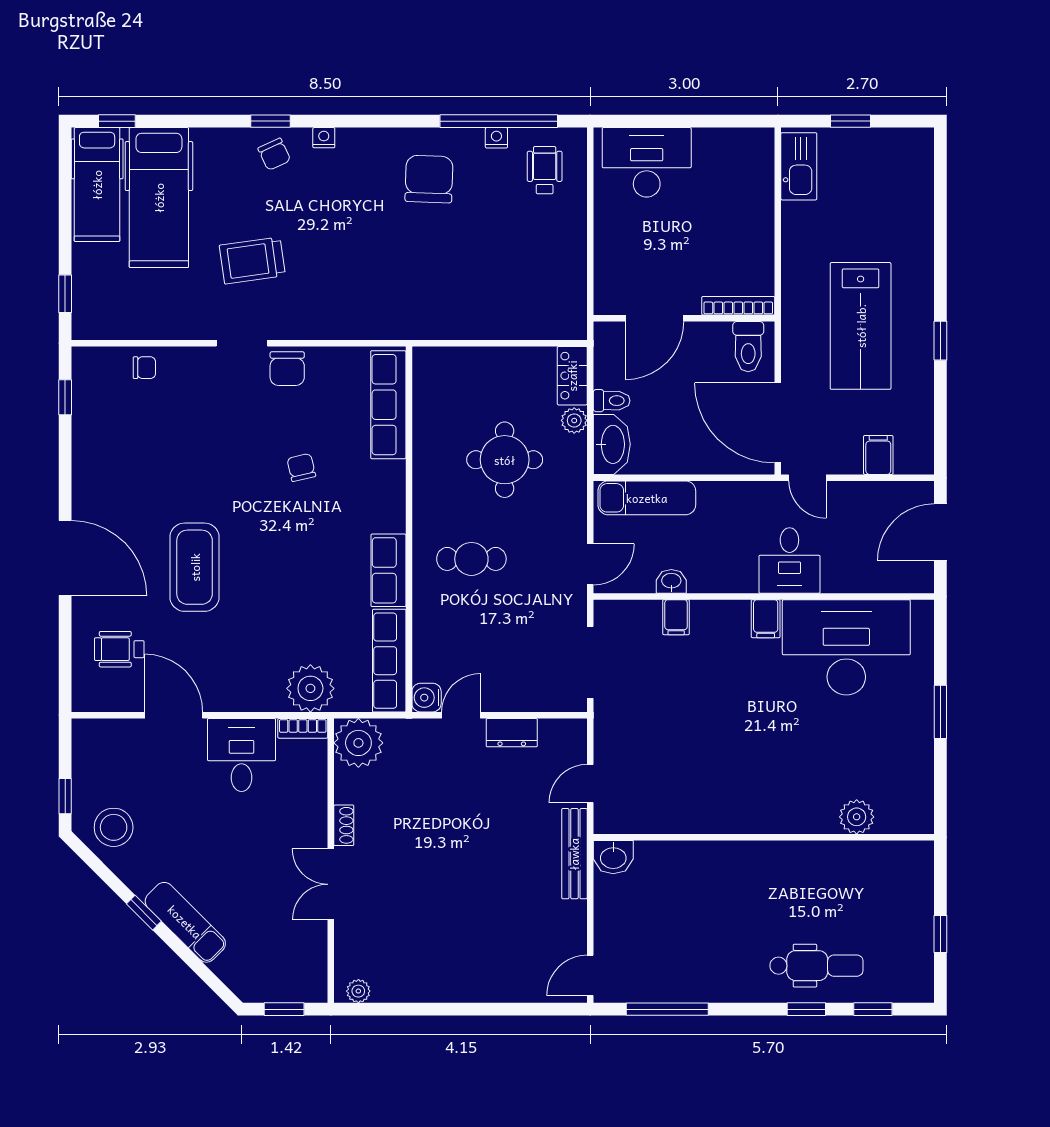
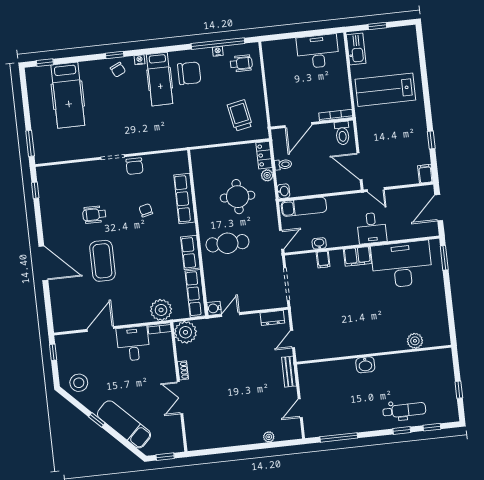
desk: (647, 162) -> (318, 51), moved
wheelchair: (545, 170) -> (241, 63), turned 90
chair: (429, 179) -> (189, 73), turned 88
hospital bed: (97, 185) -> (160, 79), moved
trolley: (252, 260) -> (240, 115), moved, turned 87
window: (65, 294) -> (30, 143), width x1.50
lab bench: (861, 326) -> (385, 90), moved, turned 90
window: (940, 341) -> (431, 140), moved
chair: (144, 368) -> (70, 173), removed
row of seats: (388, 405) -> (184, 198), moved
door: (778, 423) -> (360, 166), width x0.73
washbasin: (612, 444) -> (284, 191), width x0.52, depth x0.69
filing cabinet: (878, 455) -> (425, 174), moved
cafe table: (471, 559) -> (227, 243), width x1.37, depth x1.35
filing cabinet: (766, 619) -> (357, 256), width x2.00
wheelchair: (119, 649) -> (94, 215), moved
window: (940, 712) -> (444, 258), moved
door: (174, 715) -> (100, 329), hinge flipped
dresser: (512, 733) -> (272, 318), moved
window: (65, 796) -> (53, 352), moved
bench: (574, 854) -> (289, 372), width x0.73
washbasin: (613, 857) -> (365, 365), moved
exam couch: (185, 922) -> (124, 424), width x1.36, depth x1.45
door: (590, 975) -> (300, 408), moved
plant: (358, 991) -> (269, 437), moved

